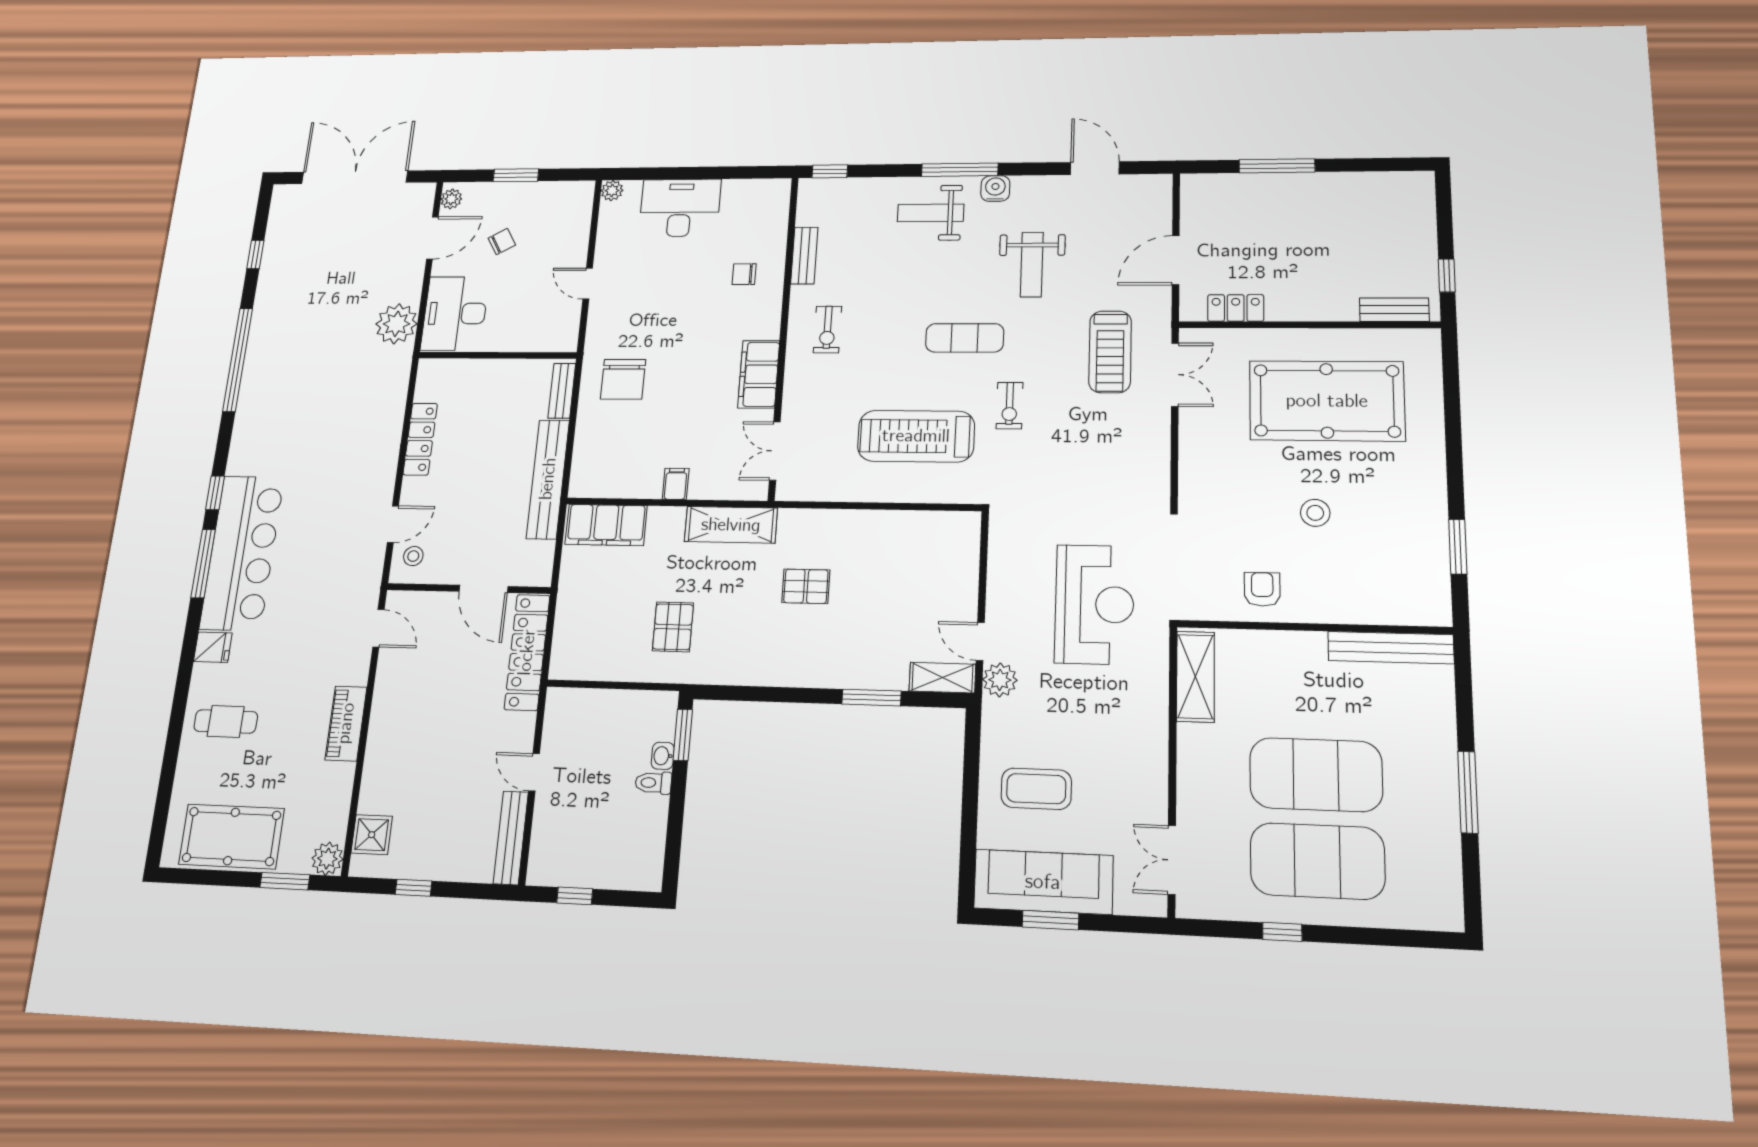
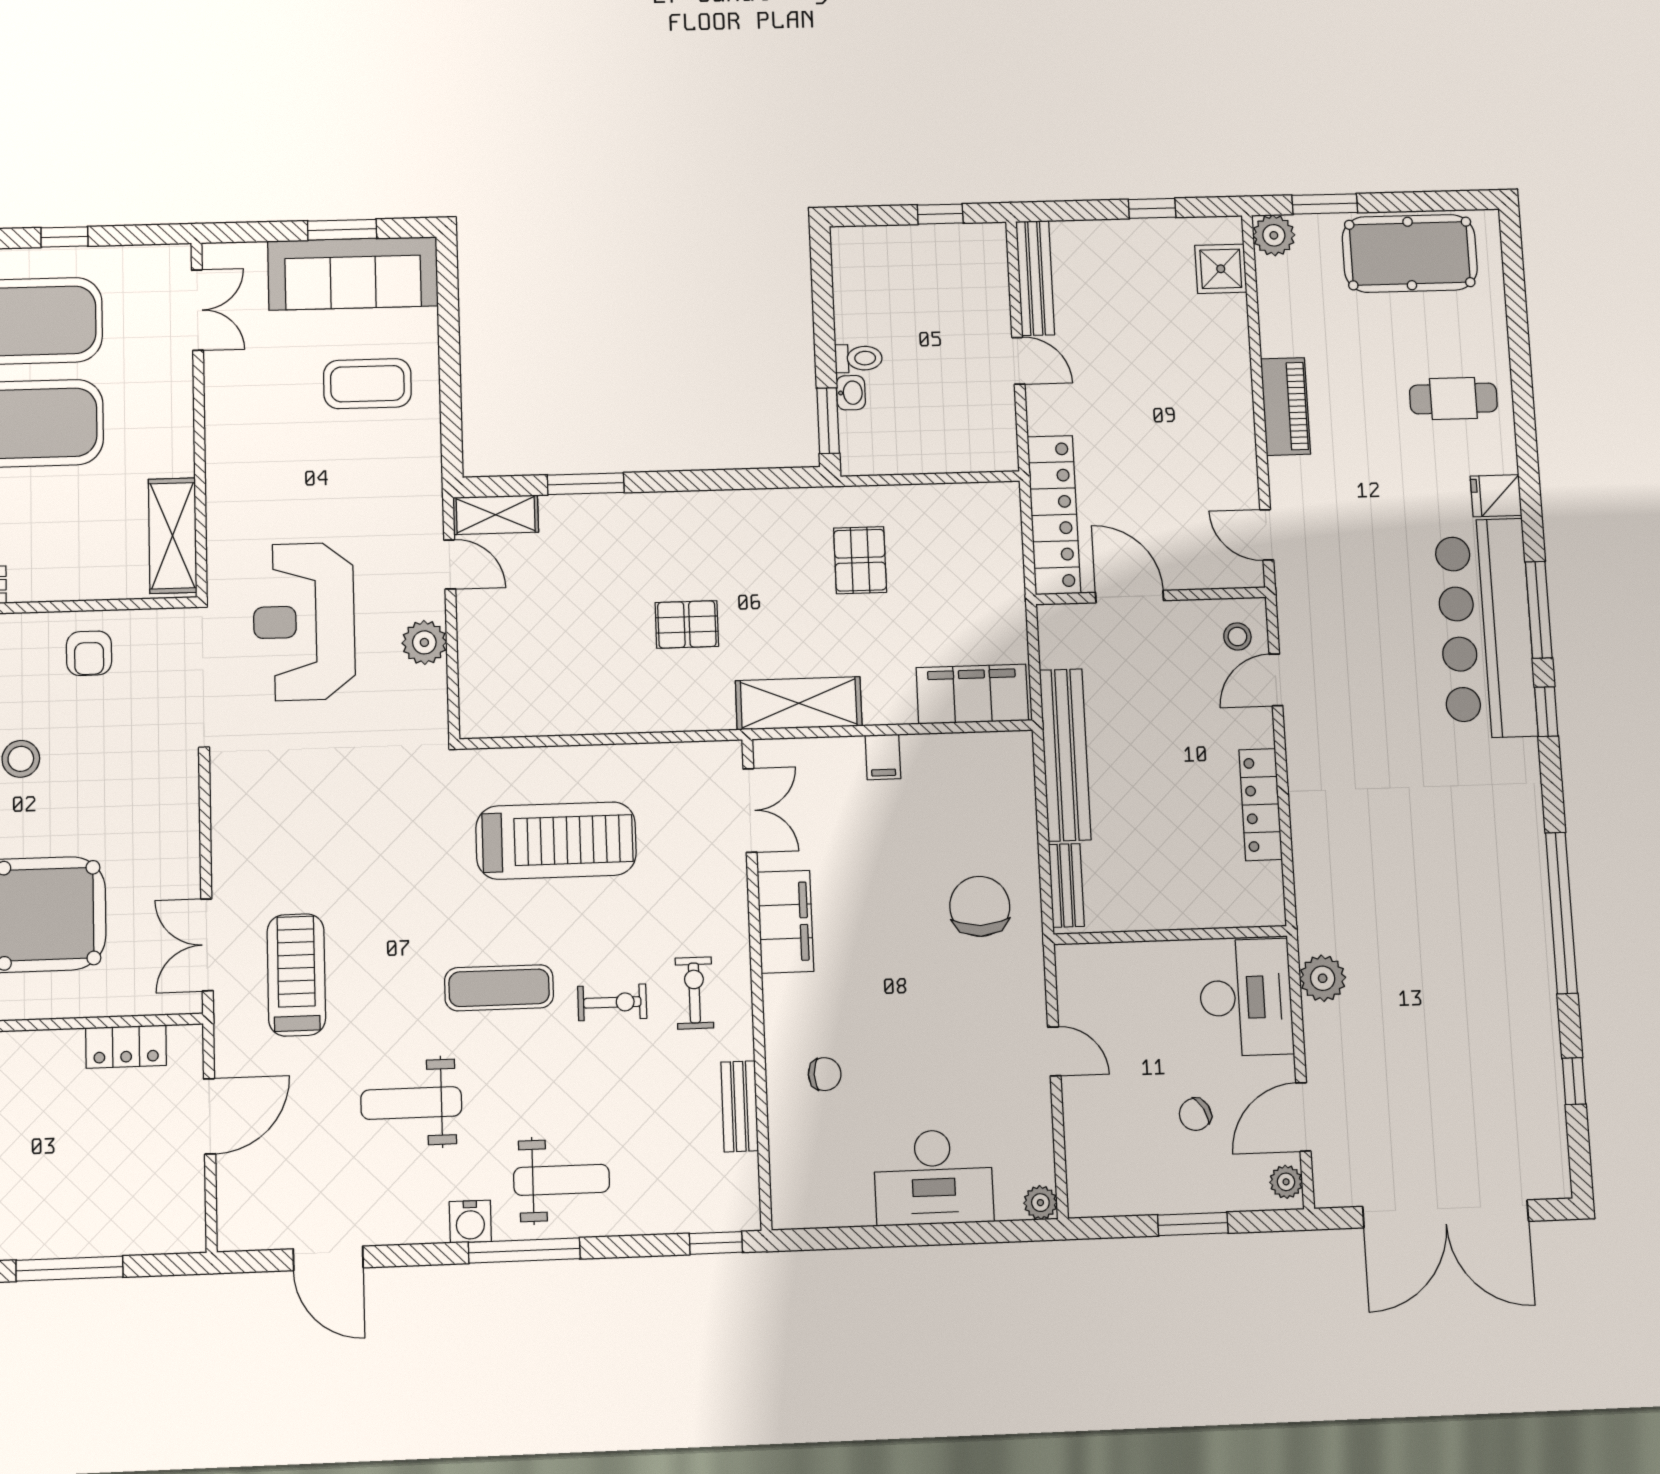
weight bench: (1032, 265) -> (411, 1103), turned -90
plant: (396, 324) -> (1323, 978), width x0.73, depth x0.73
exercise bike: (1010, 406) -> (612, 1002), moved, turned 90
plant: (1000, 680) -> (424, 642), moved

